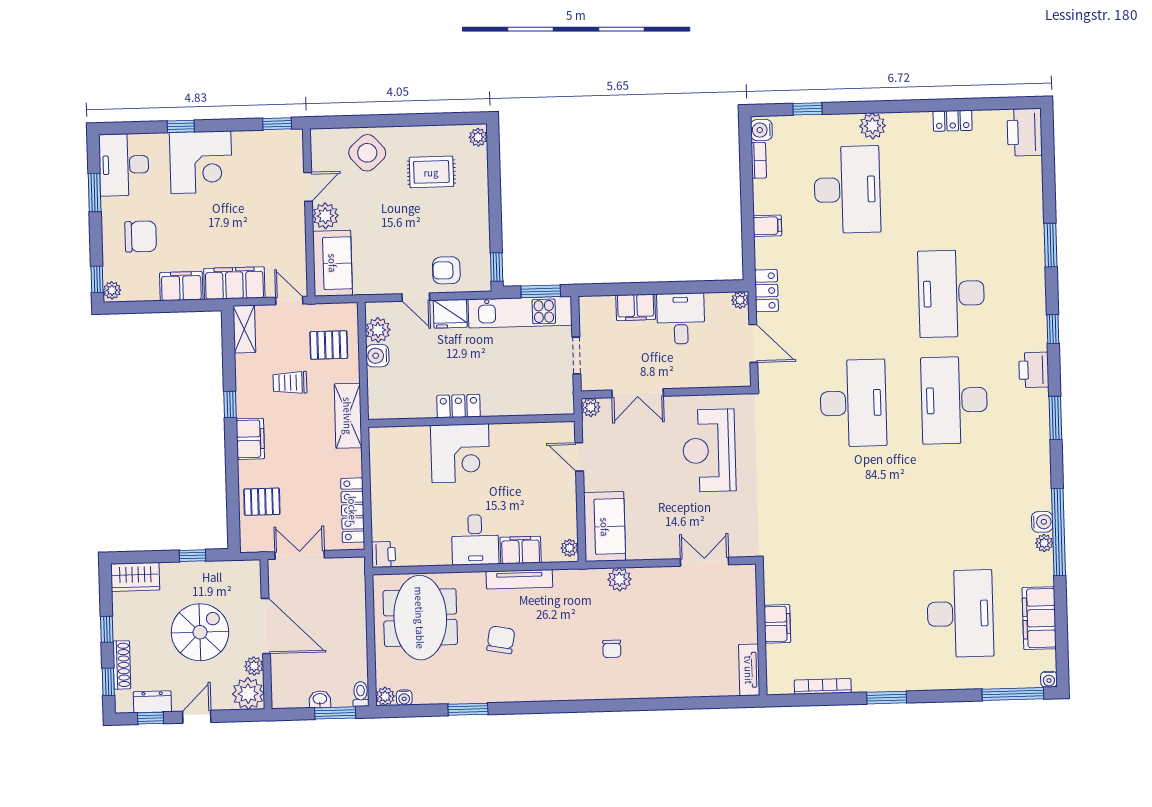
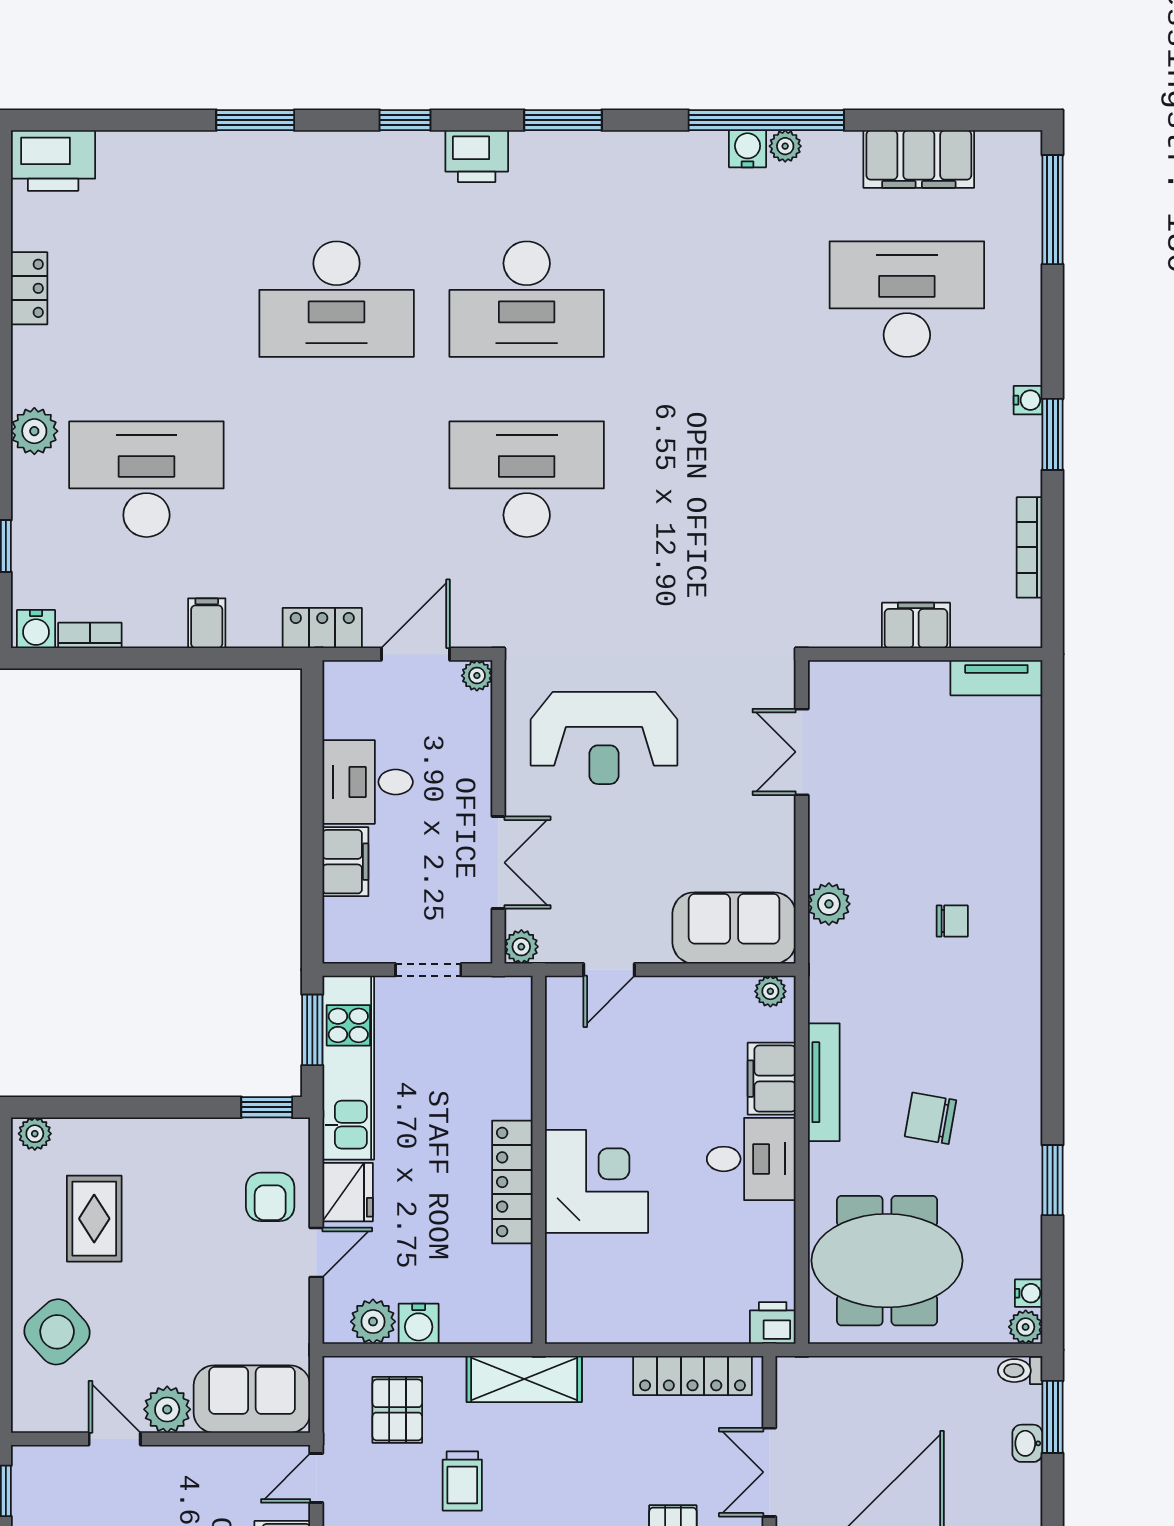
plant: (740, 300) -> (477, 676), moved
locker: (458, 406) -> (512, 1182), width x1.53
water cooler: (1049, 679) -> (1028, 400), moved

